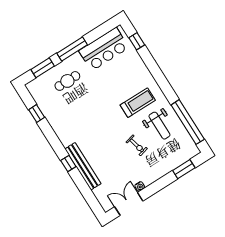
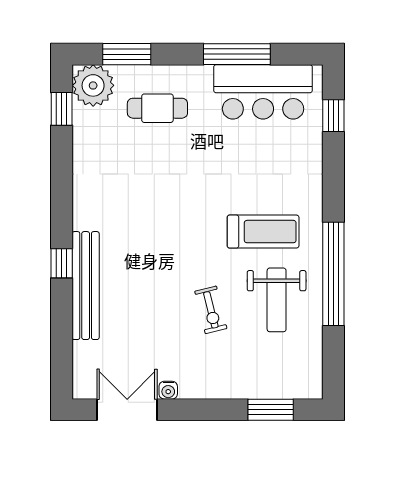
window: (72, 49) -> (237, 54), moved
plant: (37, 88) -> (93, 85), added
window: (37, 114) -> (62, 109), moved
window: (188, 122) -> (333, 274), moved

